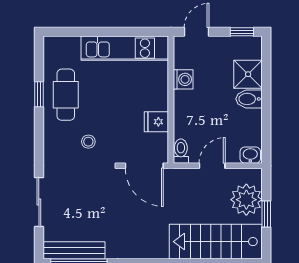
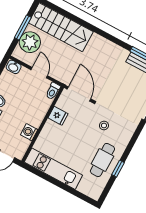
door: (212, 166) -> (39, 73), swing flipped
window: (266, 214) -> (23, 28), width x1.50

